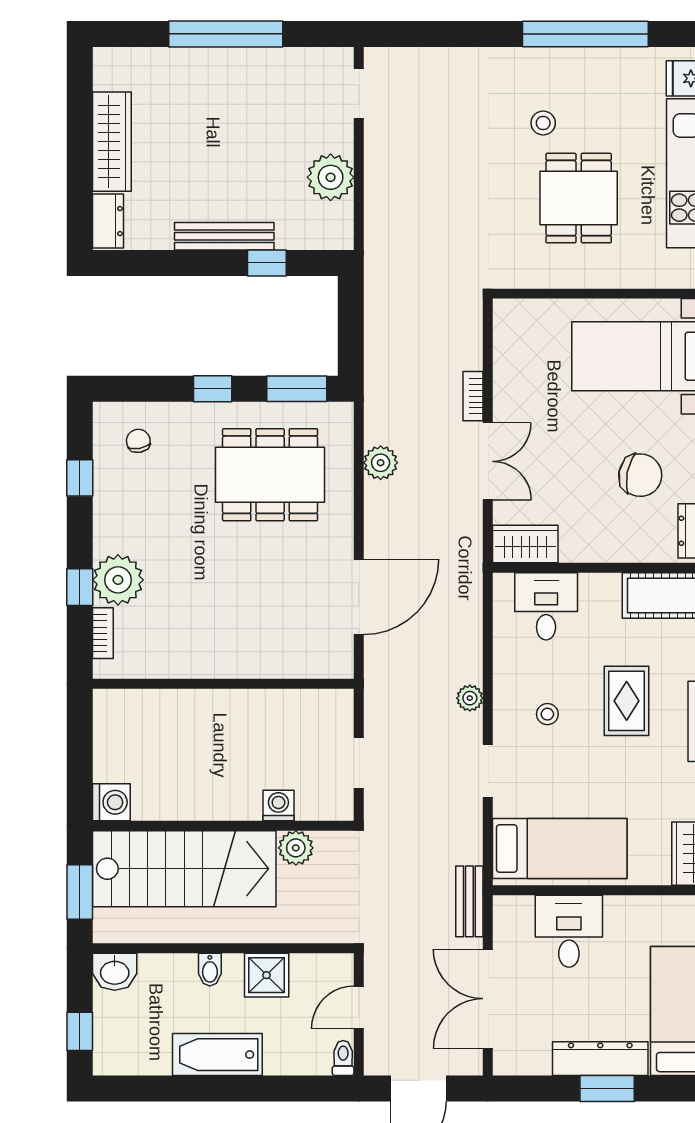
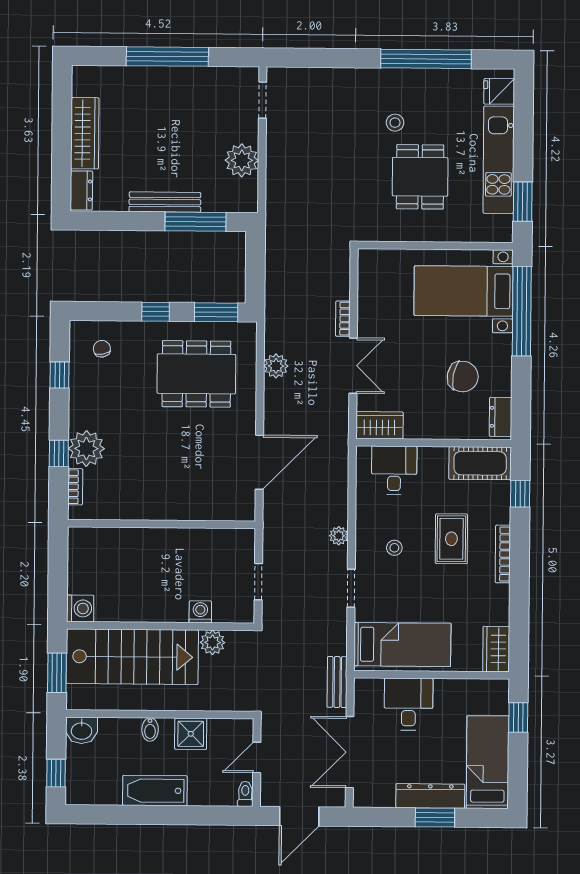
window: (267, 263) -> (195, 222), width x2.17

